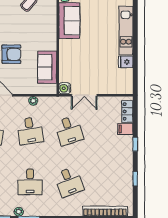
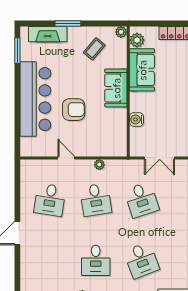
sofa: (47, 67) -> (116, 88), moved
water cooler: (65, 88) -> (137, 119), moved

